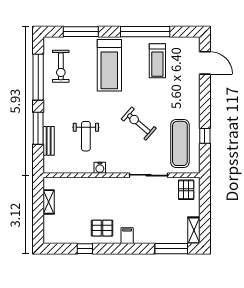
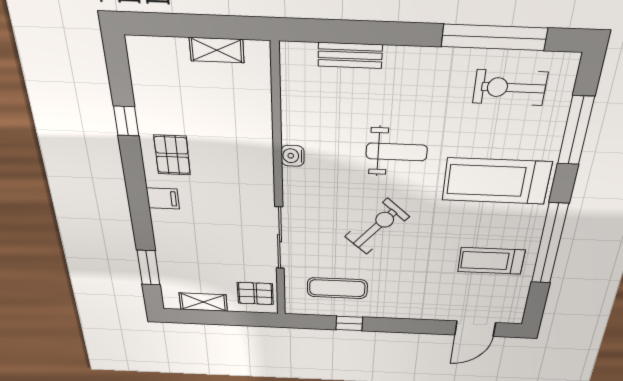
window: (38, 128) -> (380, 33), removed
weight bench: (86, 136) -> (397, 152), moved, turned 180
exercise mat: (180, 143) -> (337, 288), width x0.73, depth x0.69
shelving: (194, 230) -> (203, 302), moved
window: (171, 249) -> (149, 268), width x0.69

